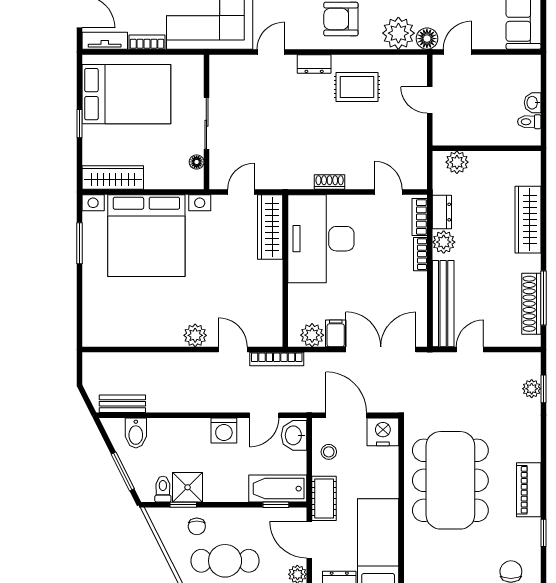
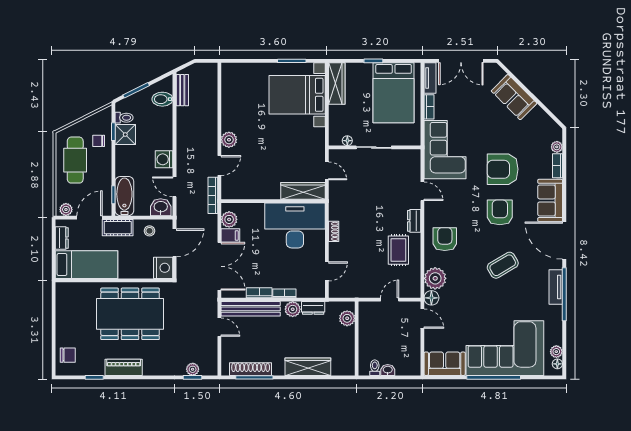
bookcase: (420, 217) -> (259, 293), moved
bed with nightstands: (146, 236) -> (297, 95), width x0.73

